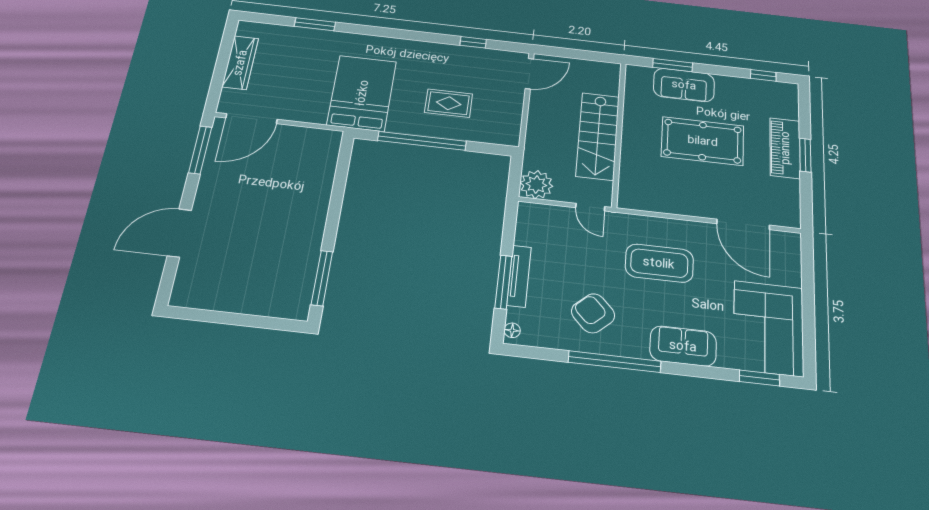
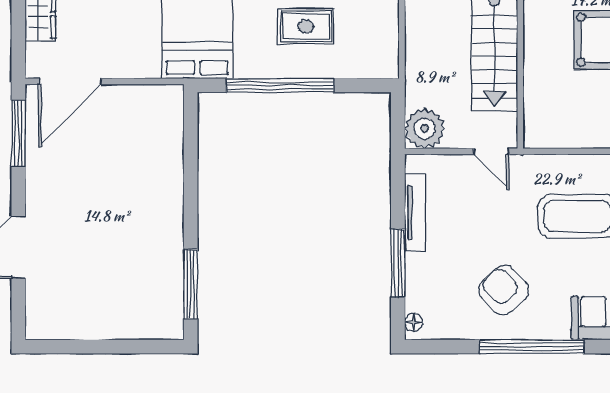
tv unit: (519, 276) -> (415, 213), moved

